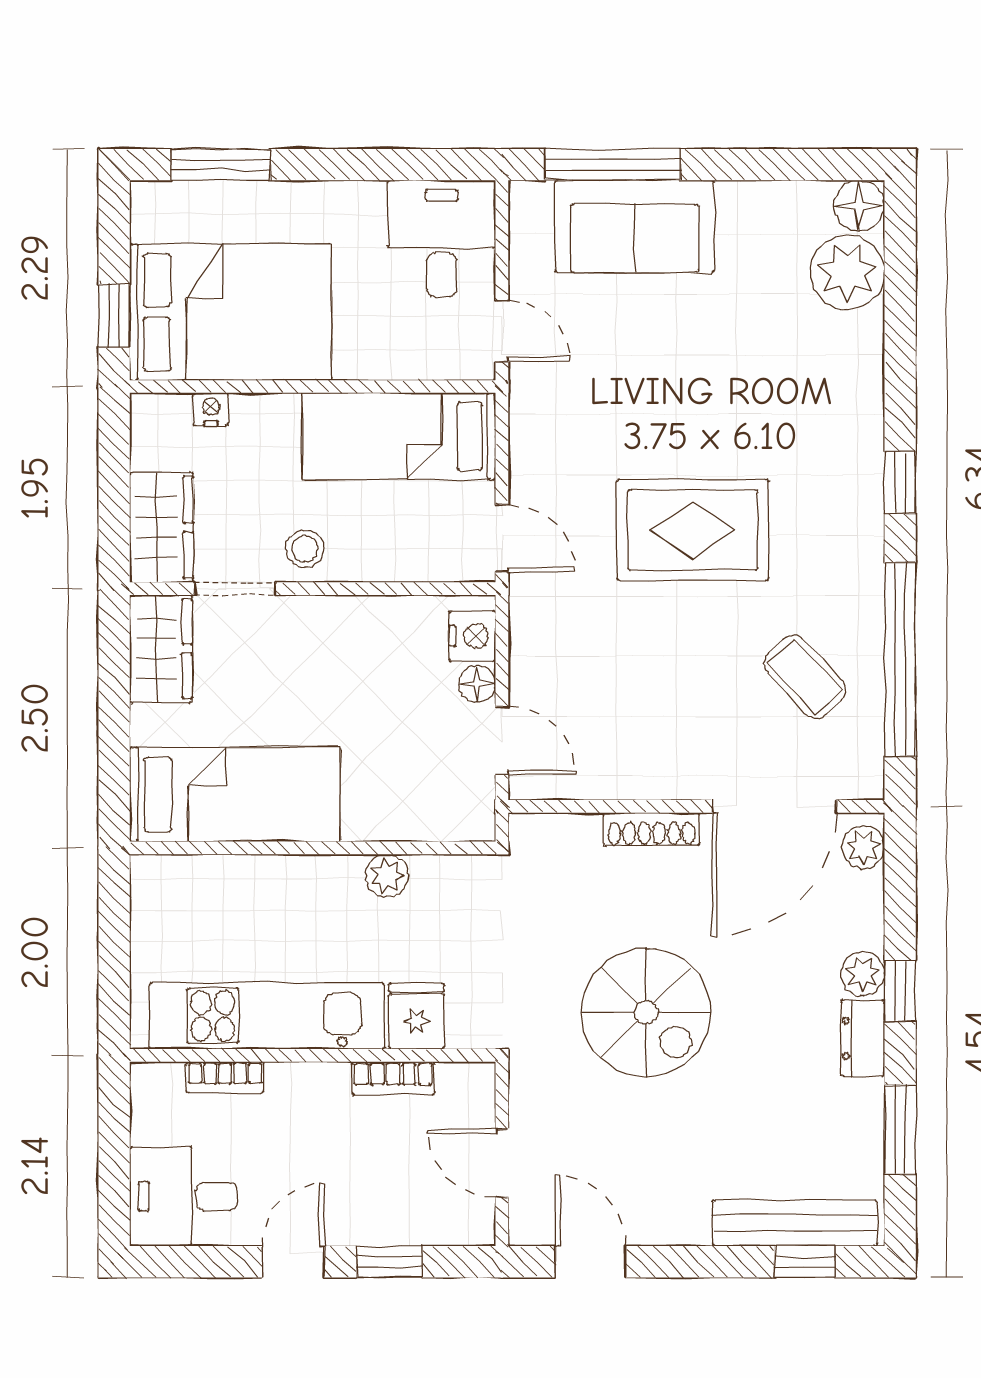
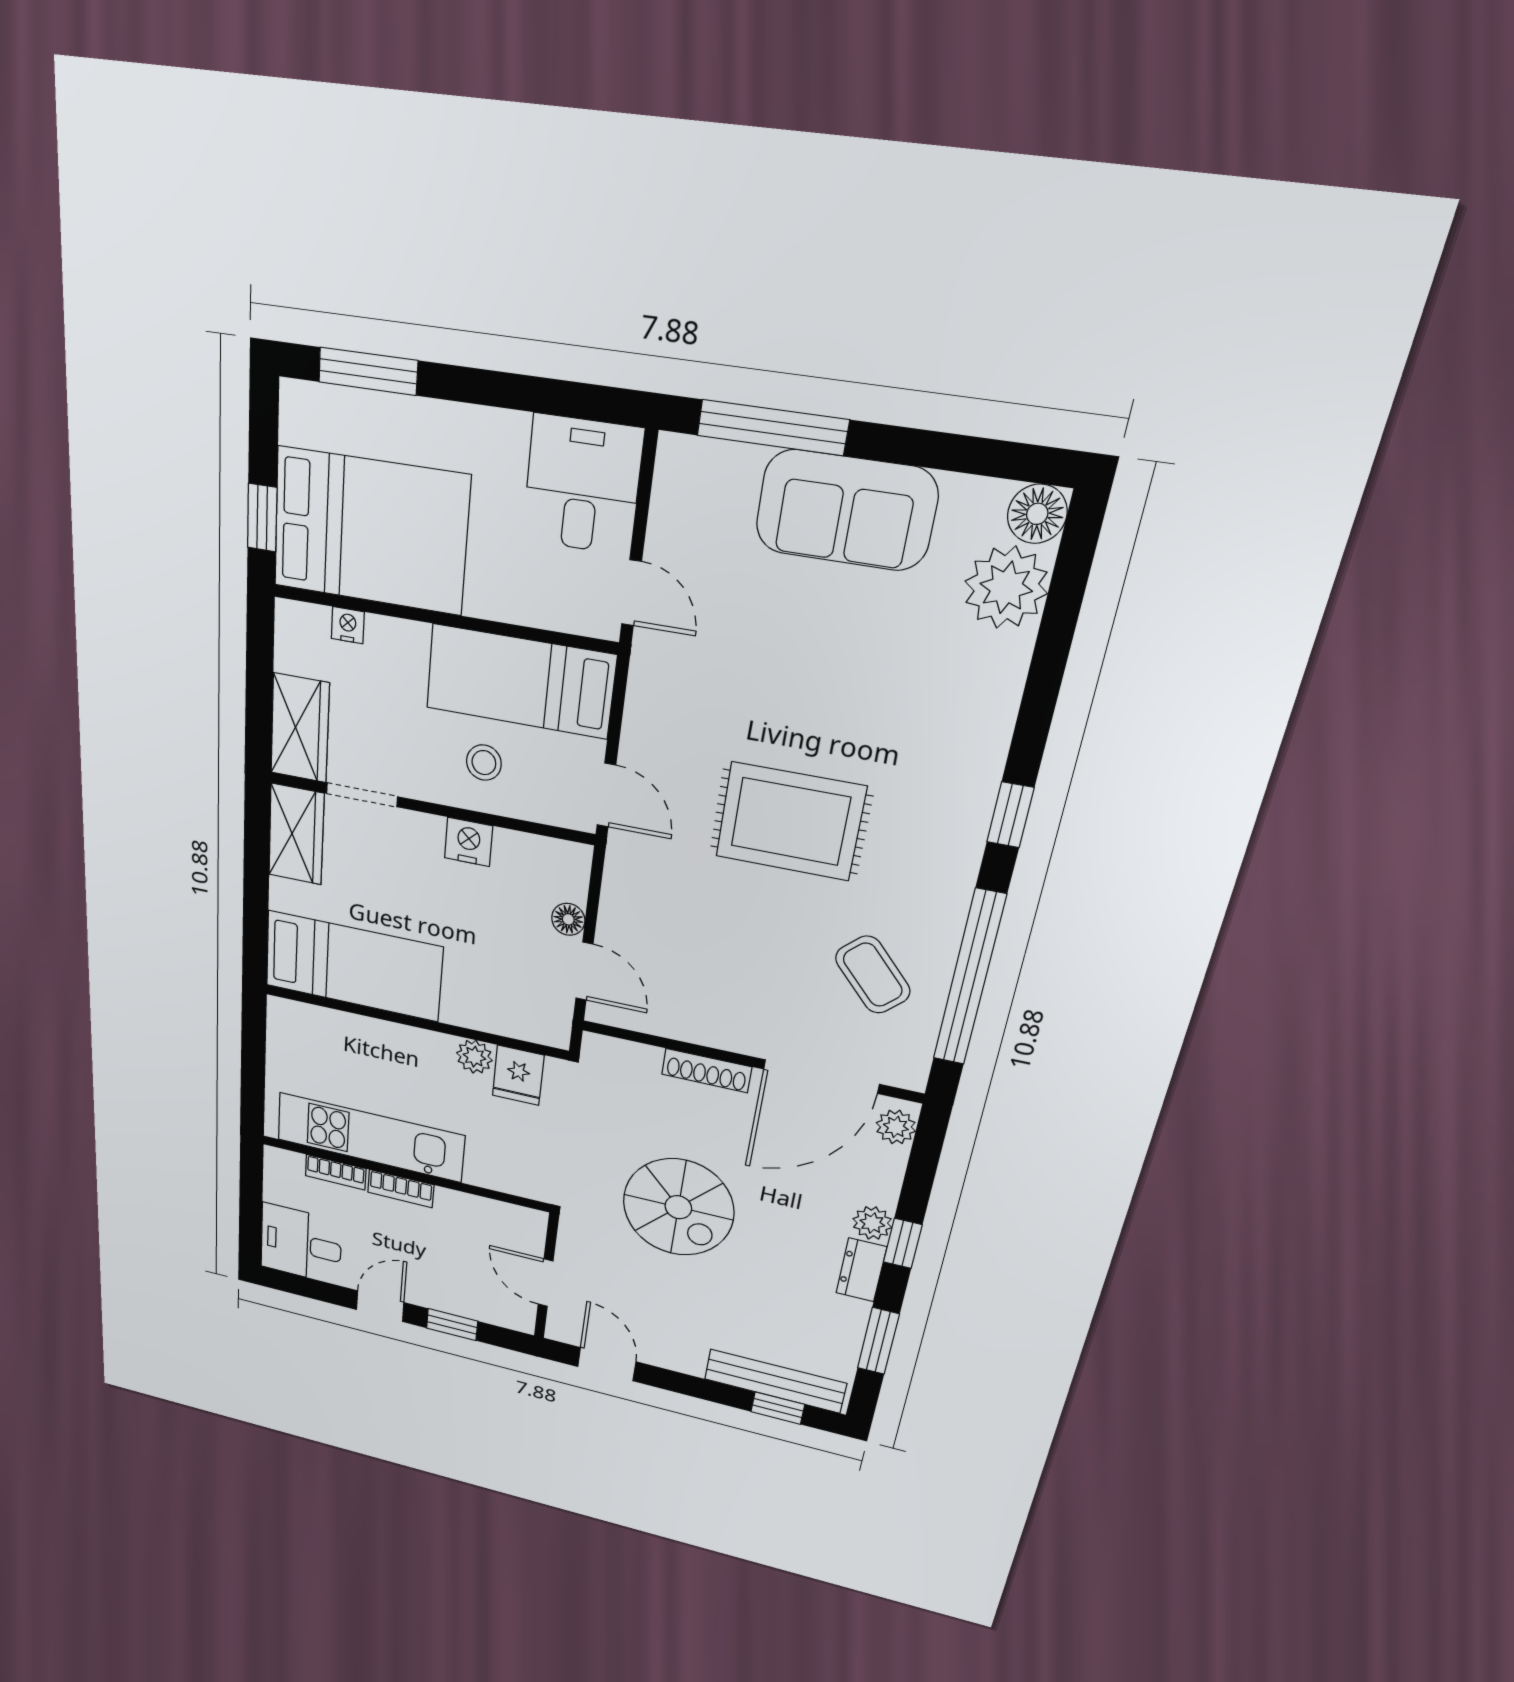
sofa: (635, 226) -> (846, 510), moved
stool: (305, 549) -> (484, 763), moved
nightstand: (472, 636) -> (469, 842), moved, turned -90
fridge: (417, 1016) -> (518, 1075), moved, turned 180
bookcase: (393, 1078) -> (401, 1189), moved

